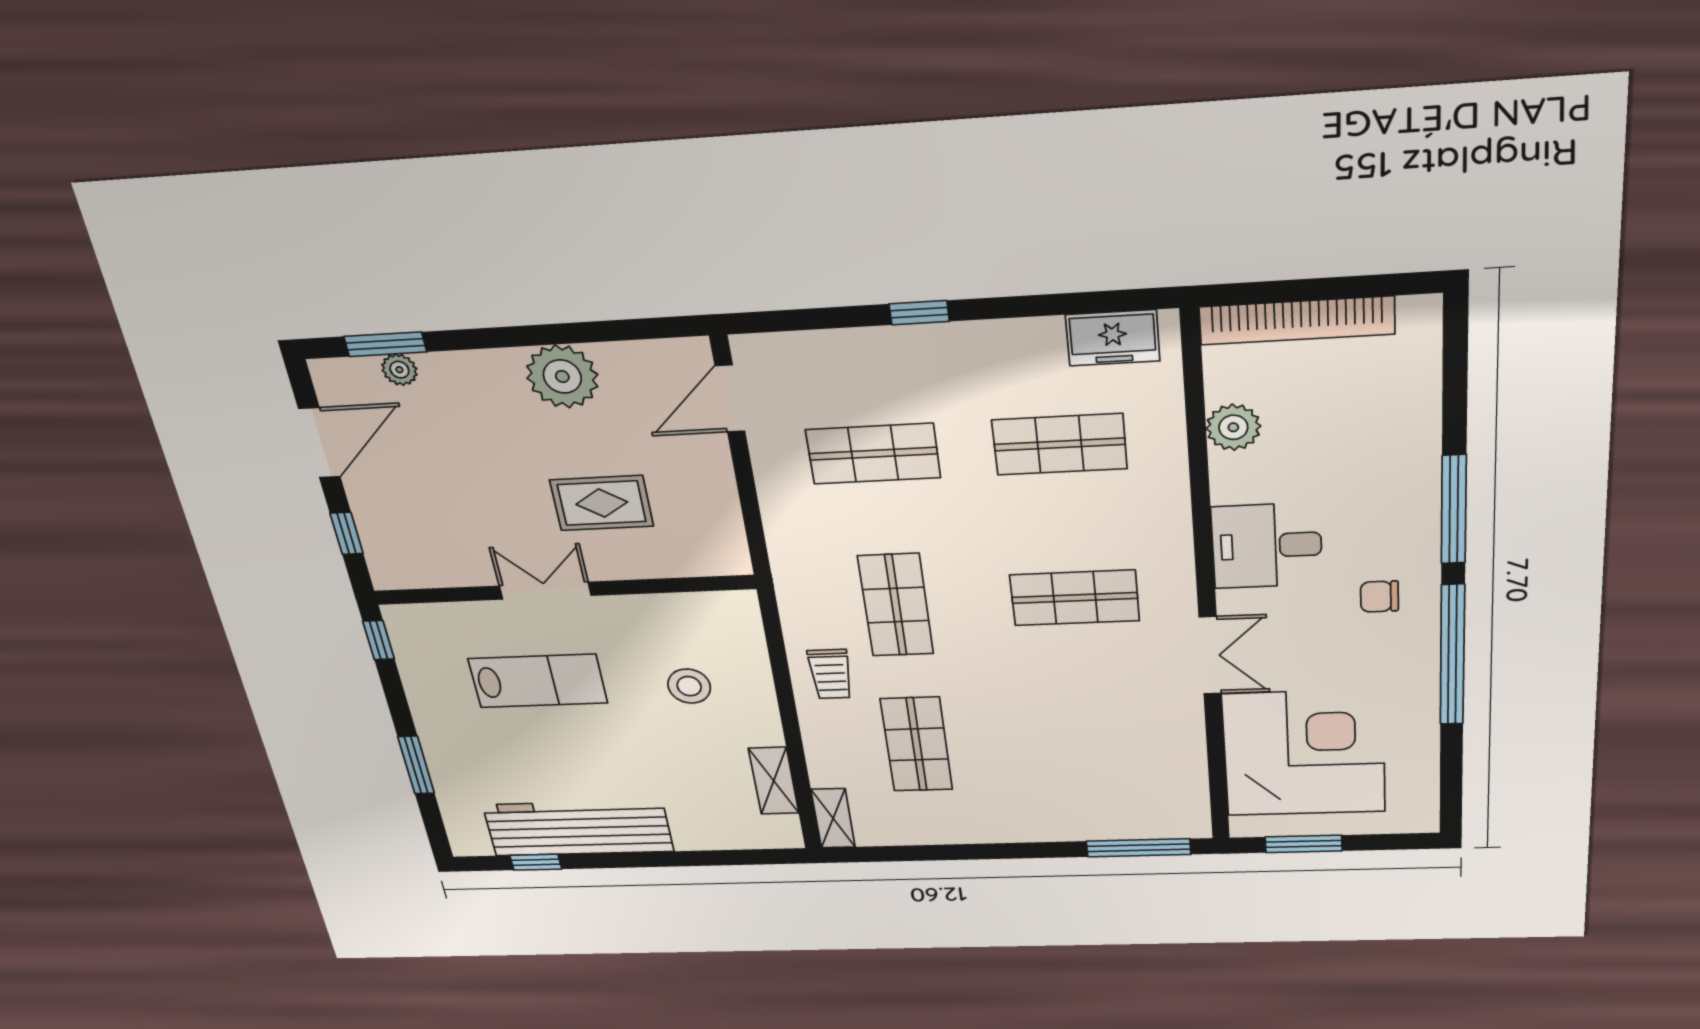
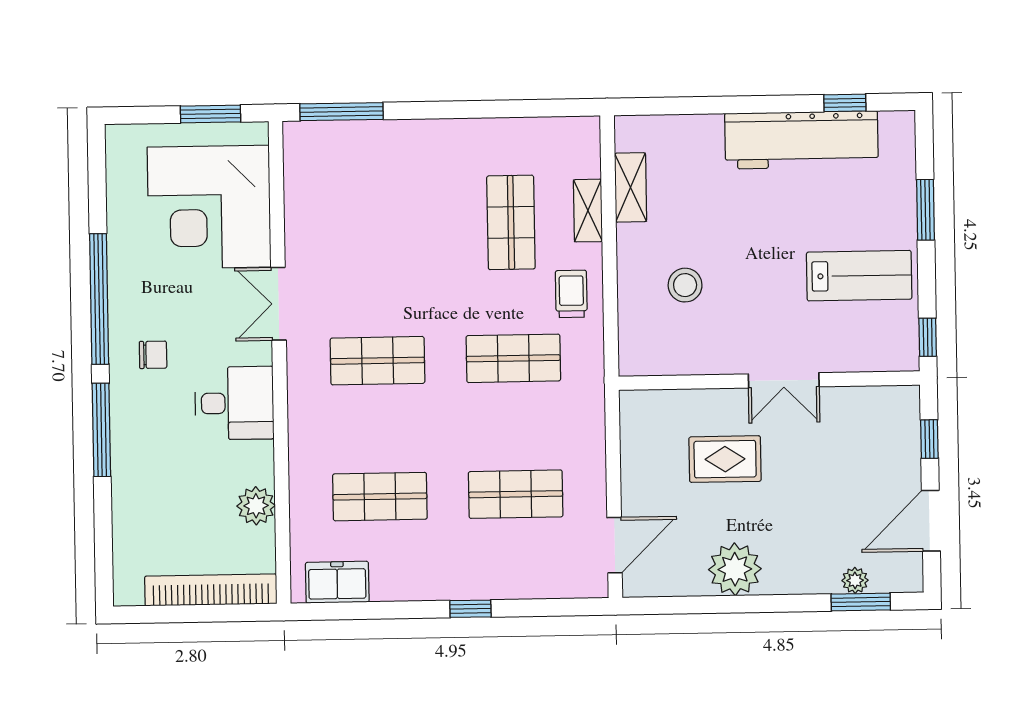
shop shelf: (896, 605) -> (513, 358), turned 90
lab bench: (538, 681) -> (859, 276), moved, turned 180
shelving: (833, 818) -> (588, 211), moved

